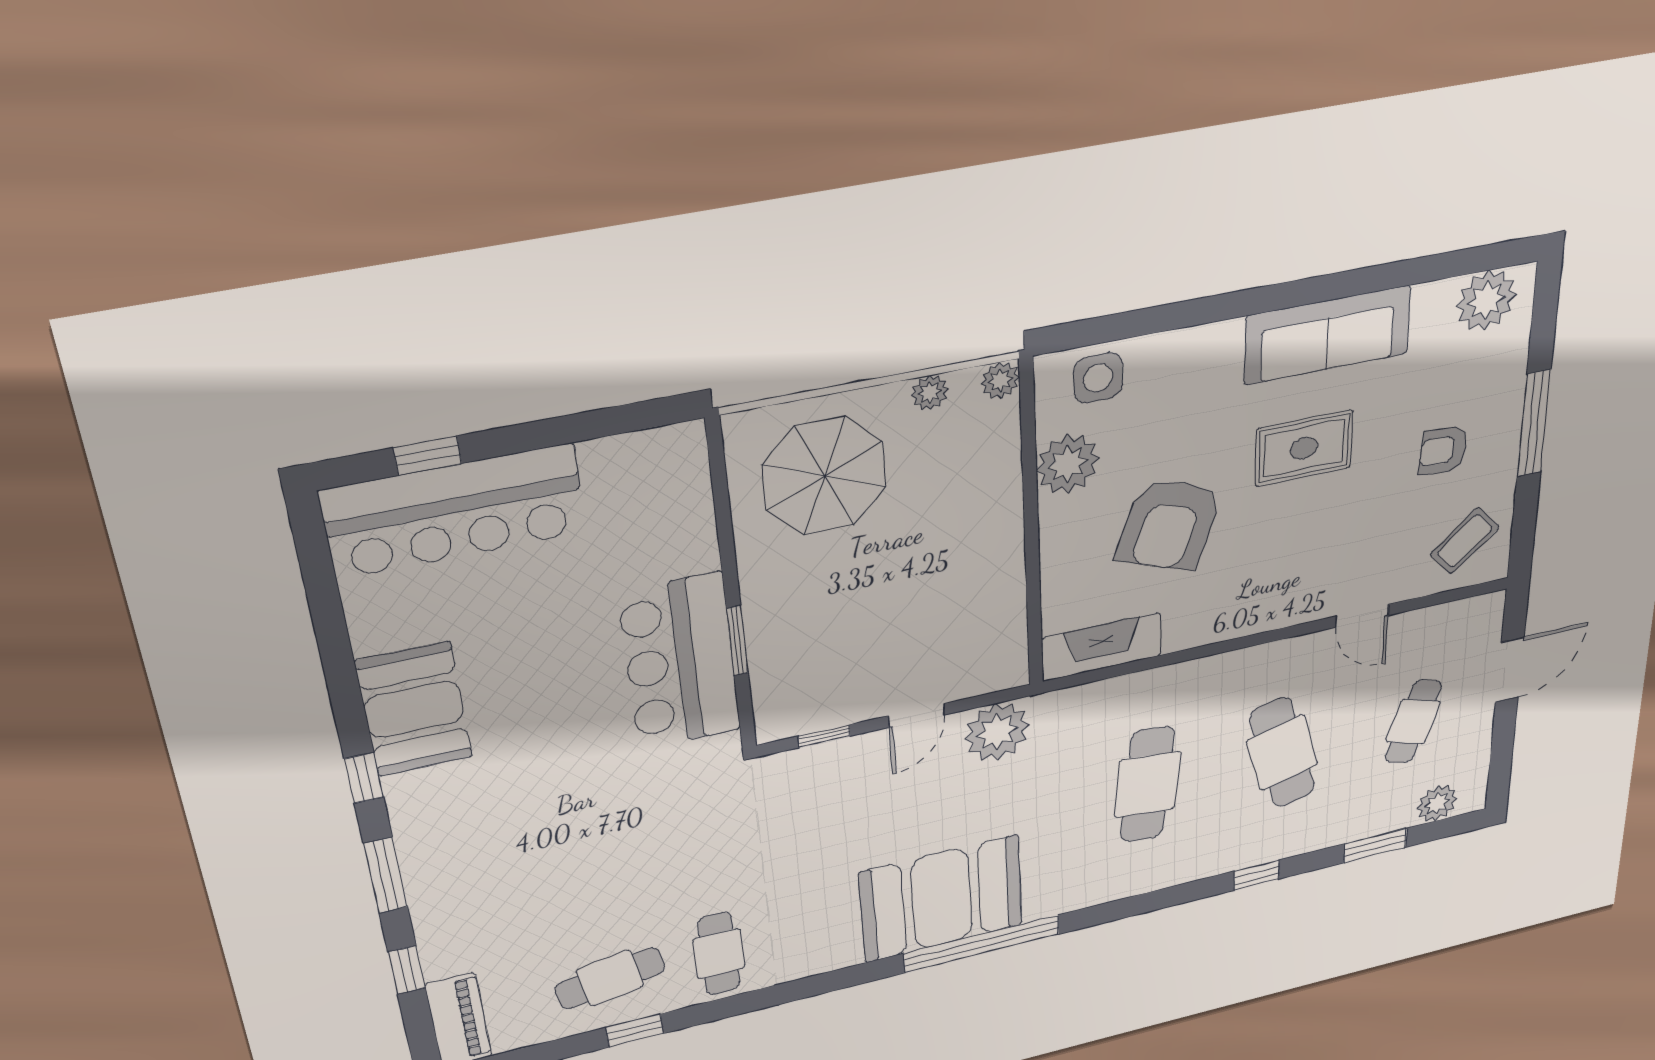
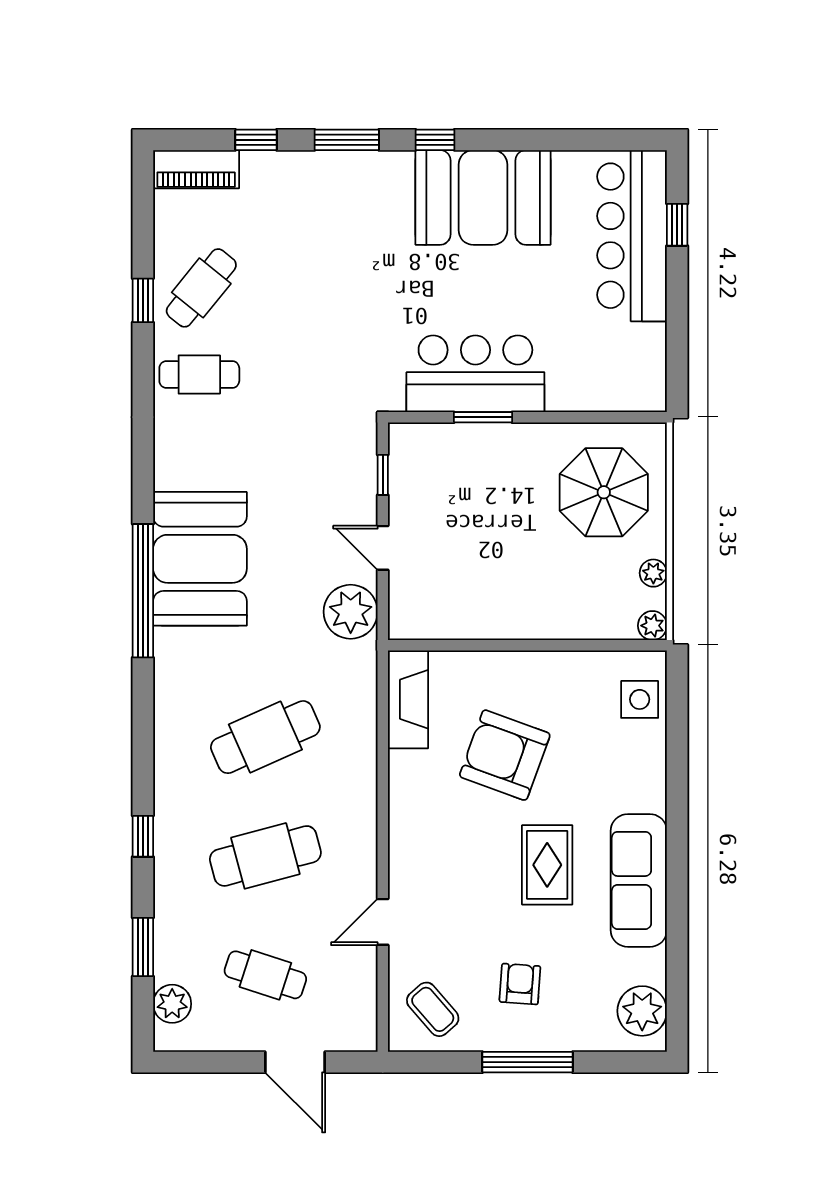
plant: (1068, 464) -> (574, 675), removed
booth: (414, 709) -> (483, 197), width x1.36, depth x1.42
cafe table: (1147, 785) -> (265, 737), turned -30
cafe table: (610, 978) -> (201, 288), turned 49

